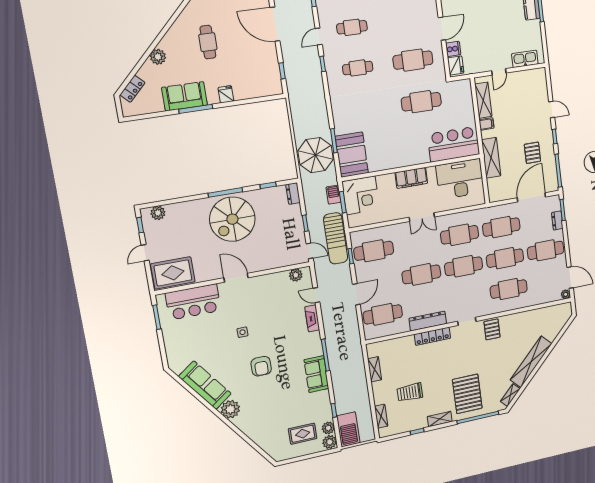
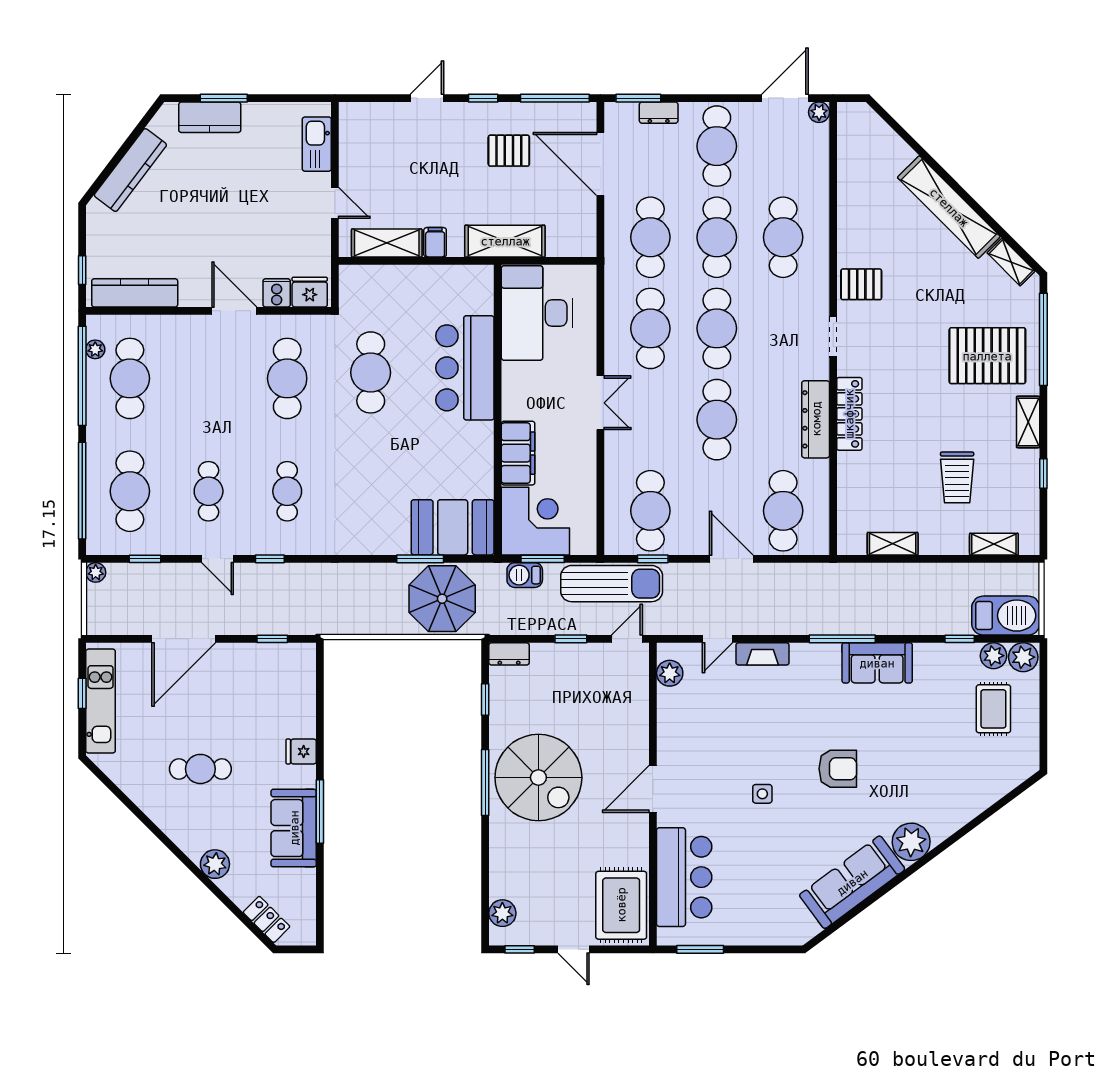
bar counter: (454, 144) -> (465, 368), moved
filing cabinet: (411, 178) -> (518, 453), moved

